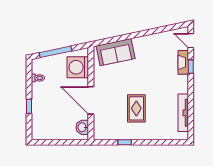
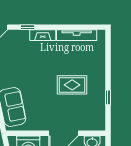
fireplace: (183, 62) -> (43, 35), moved

